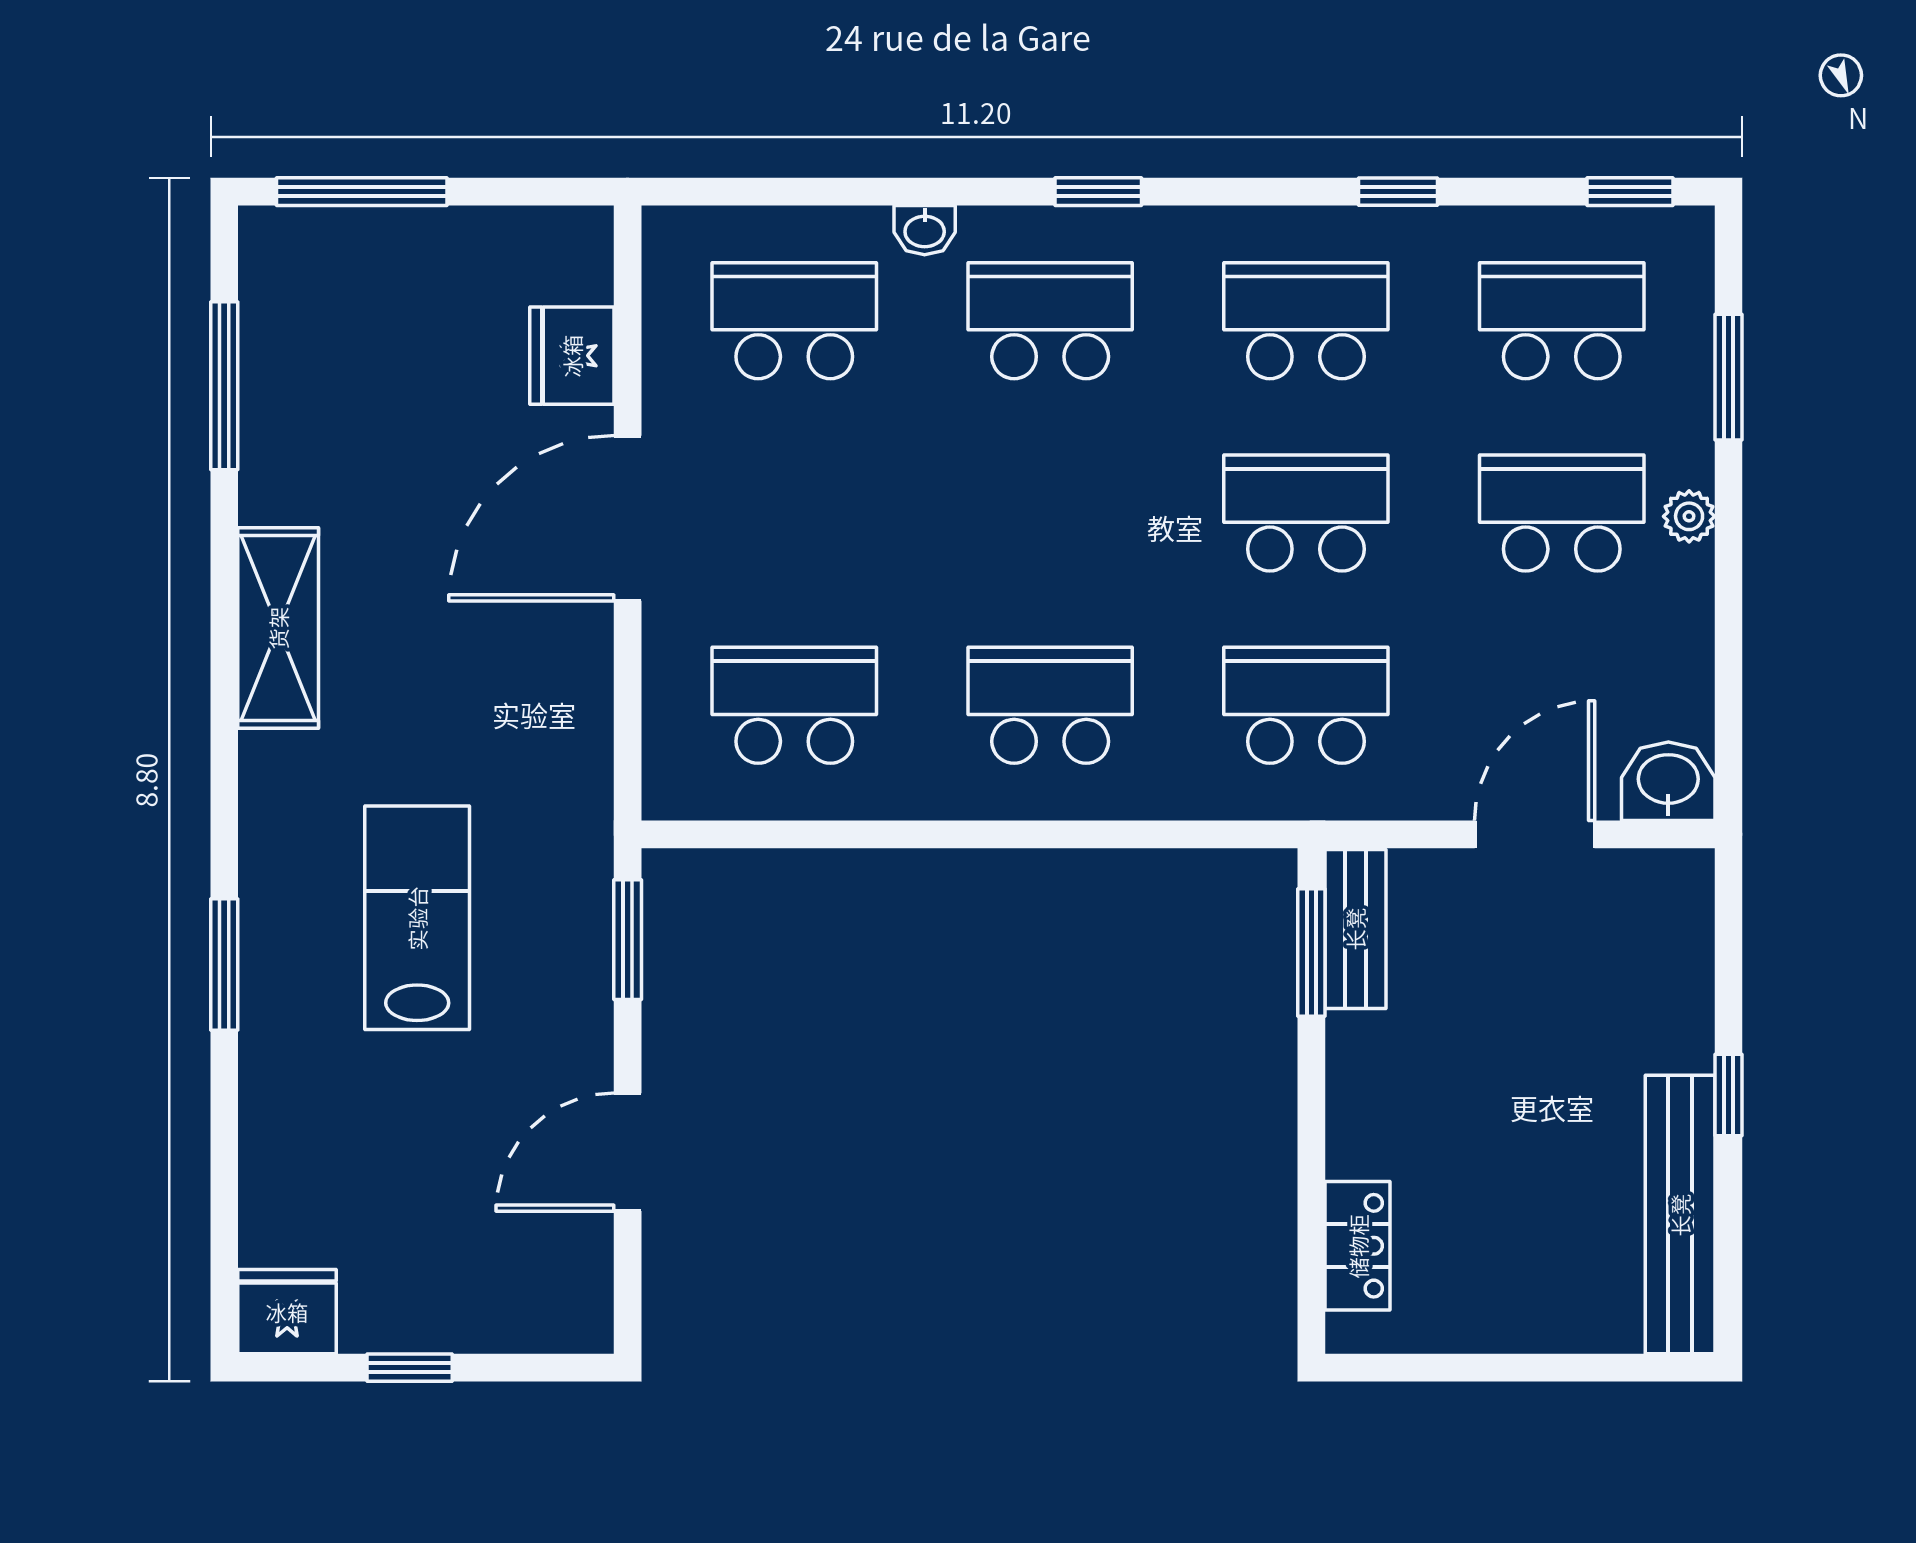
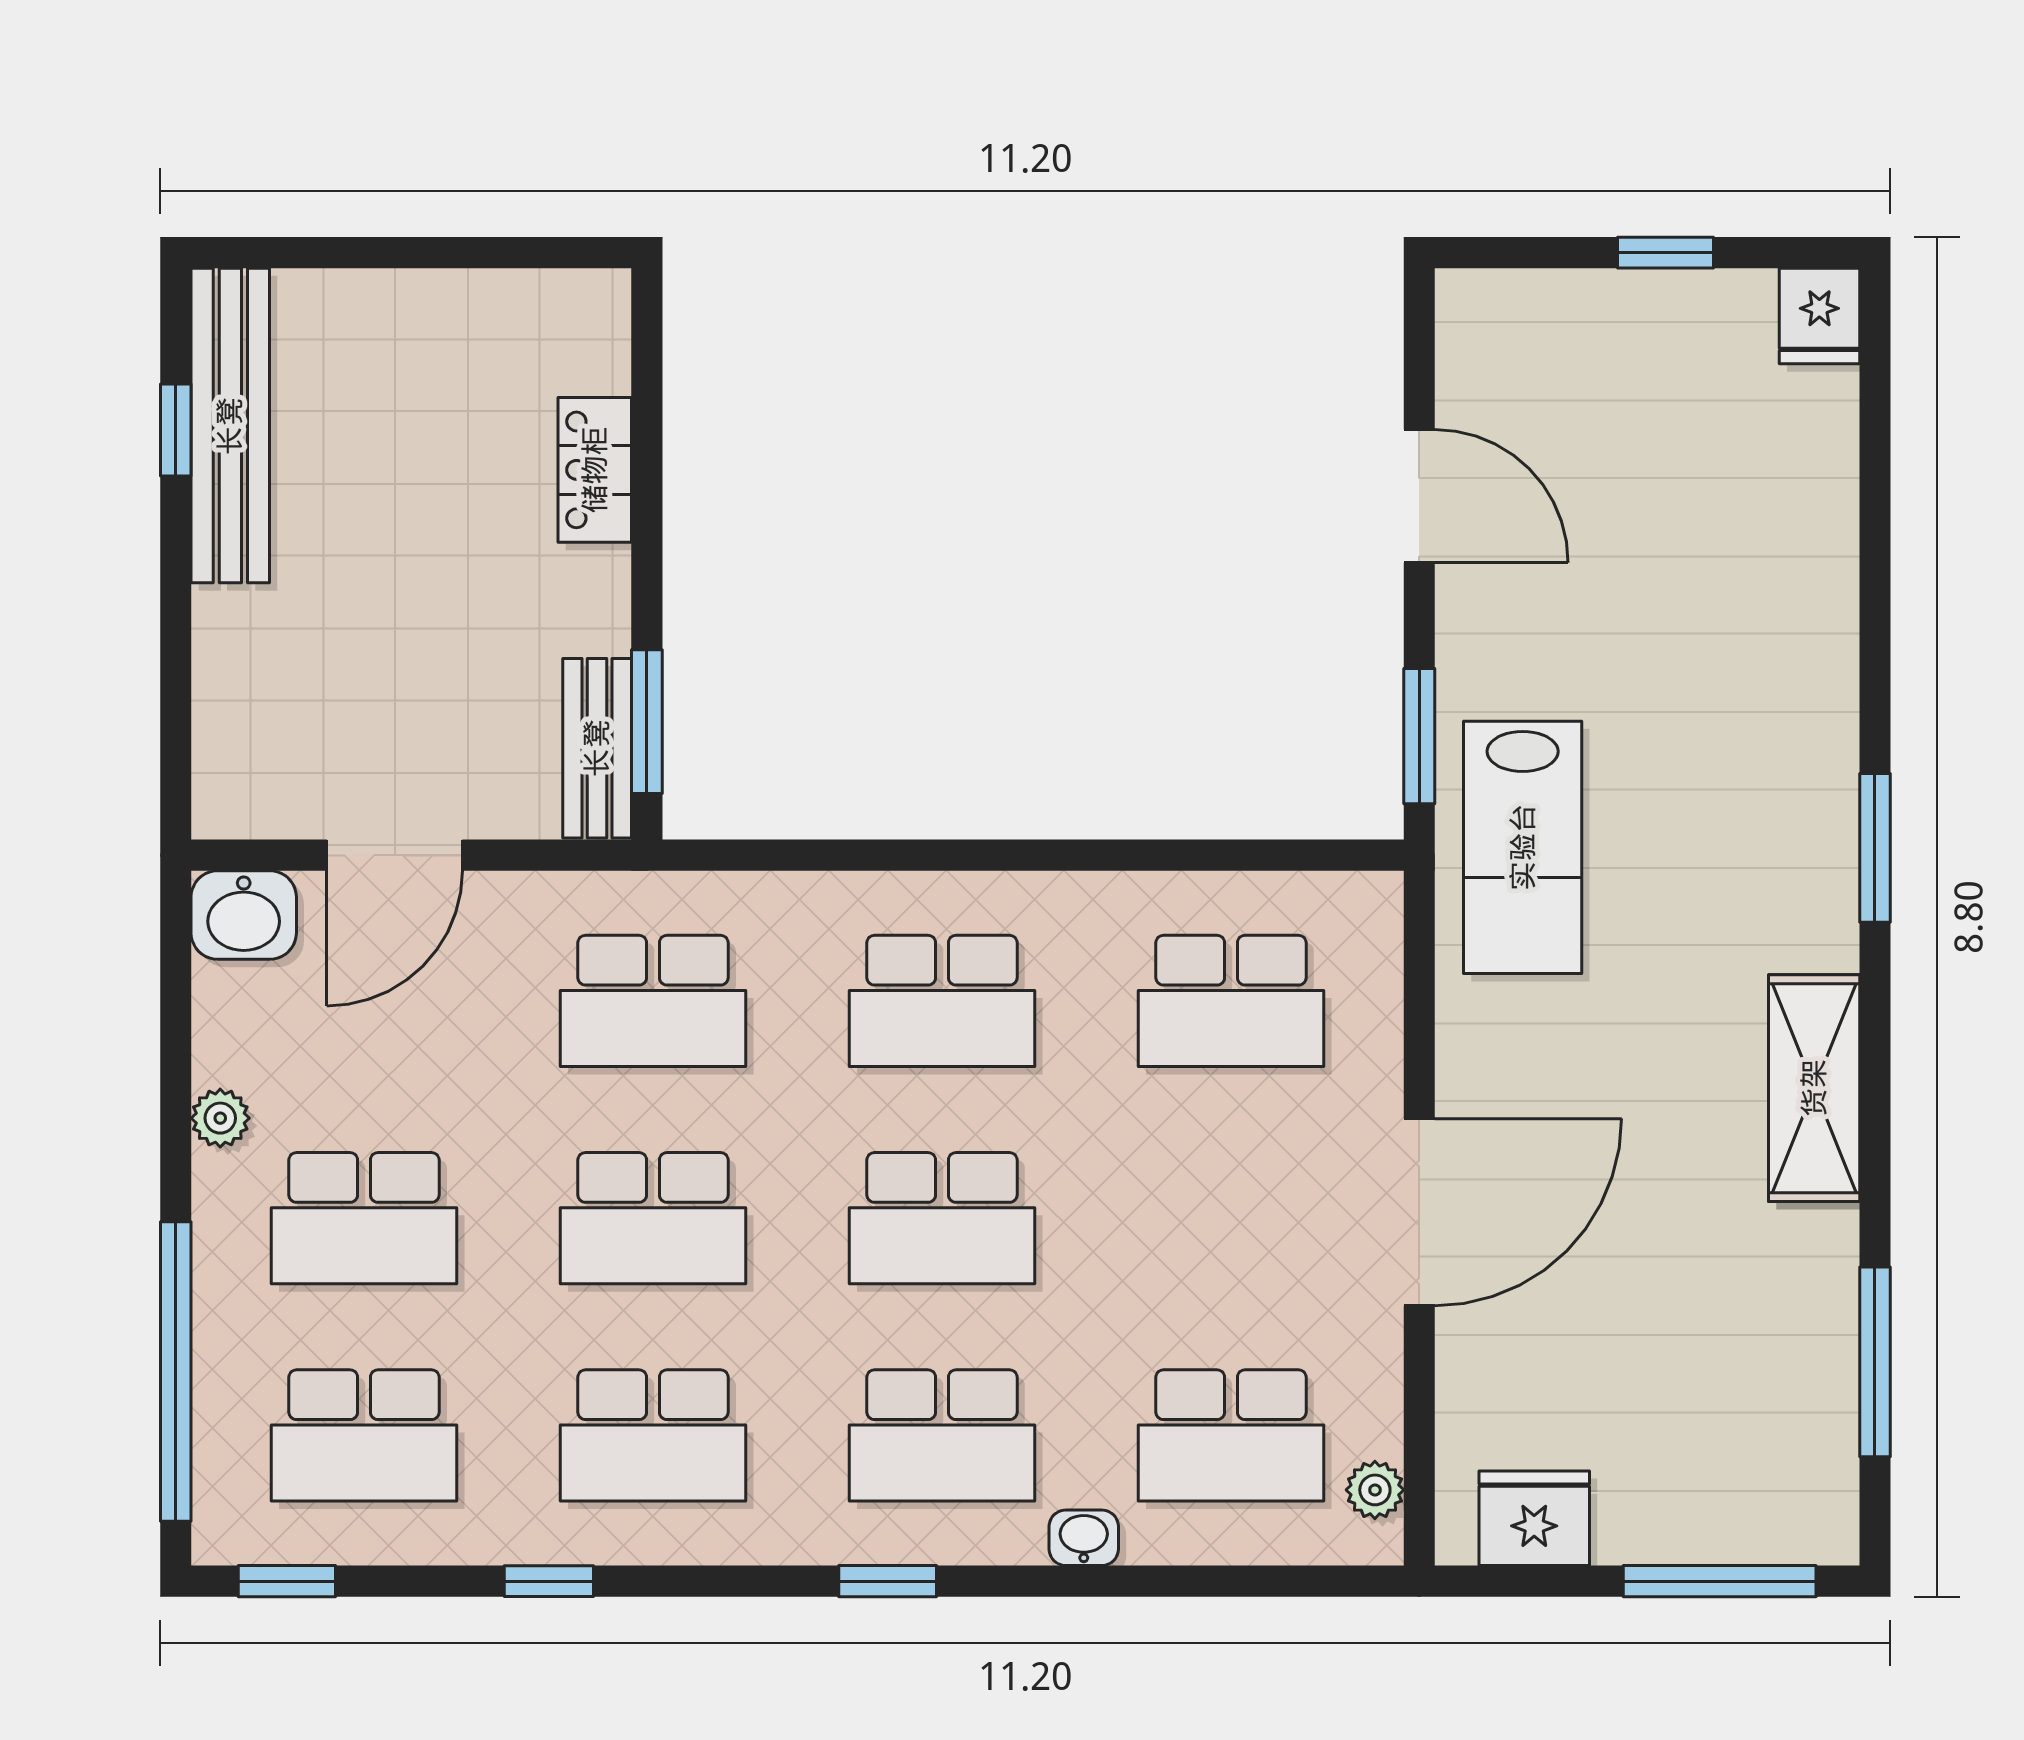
plant: (667, 272) -> (1375, 1490), added
fridge: (572, 356) -> (1534, 1518), moved, turned -90
window: (1728, 377) -> (176, 1372), width x2.11
school desk: (1050, 513) -> (942, 1218), added
plant: (1689, 516) -> (220, 1118), moved
lab bench: (417, 918) -> (1523, 847), moved
window: (224, 964) -> (1875, 848), moved
window: (1728, 1095) -> (176, 430), moved
door: (628, 1152) -> (1419, 496), hinge flipped
locker: (1358, 1246) -> (595, 470), moved
fridge: (287, 1312) -> (1819, 316), width x0.72

